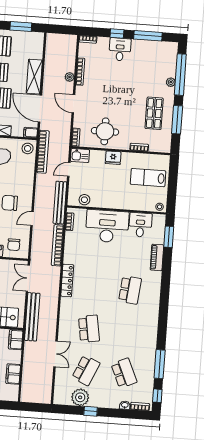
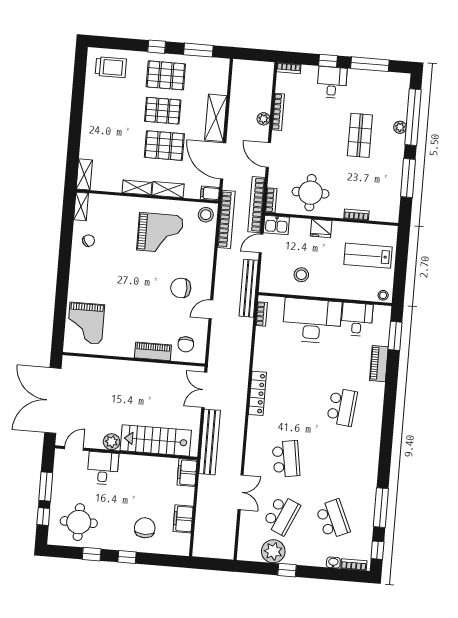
shop shelf: (154, 113) -> (360, 135), moved
stool: (84, 200) -> (301, 275), moved
bookcase: (57, 245) -> (256, 205), moved

